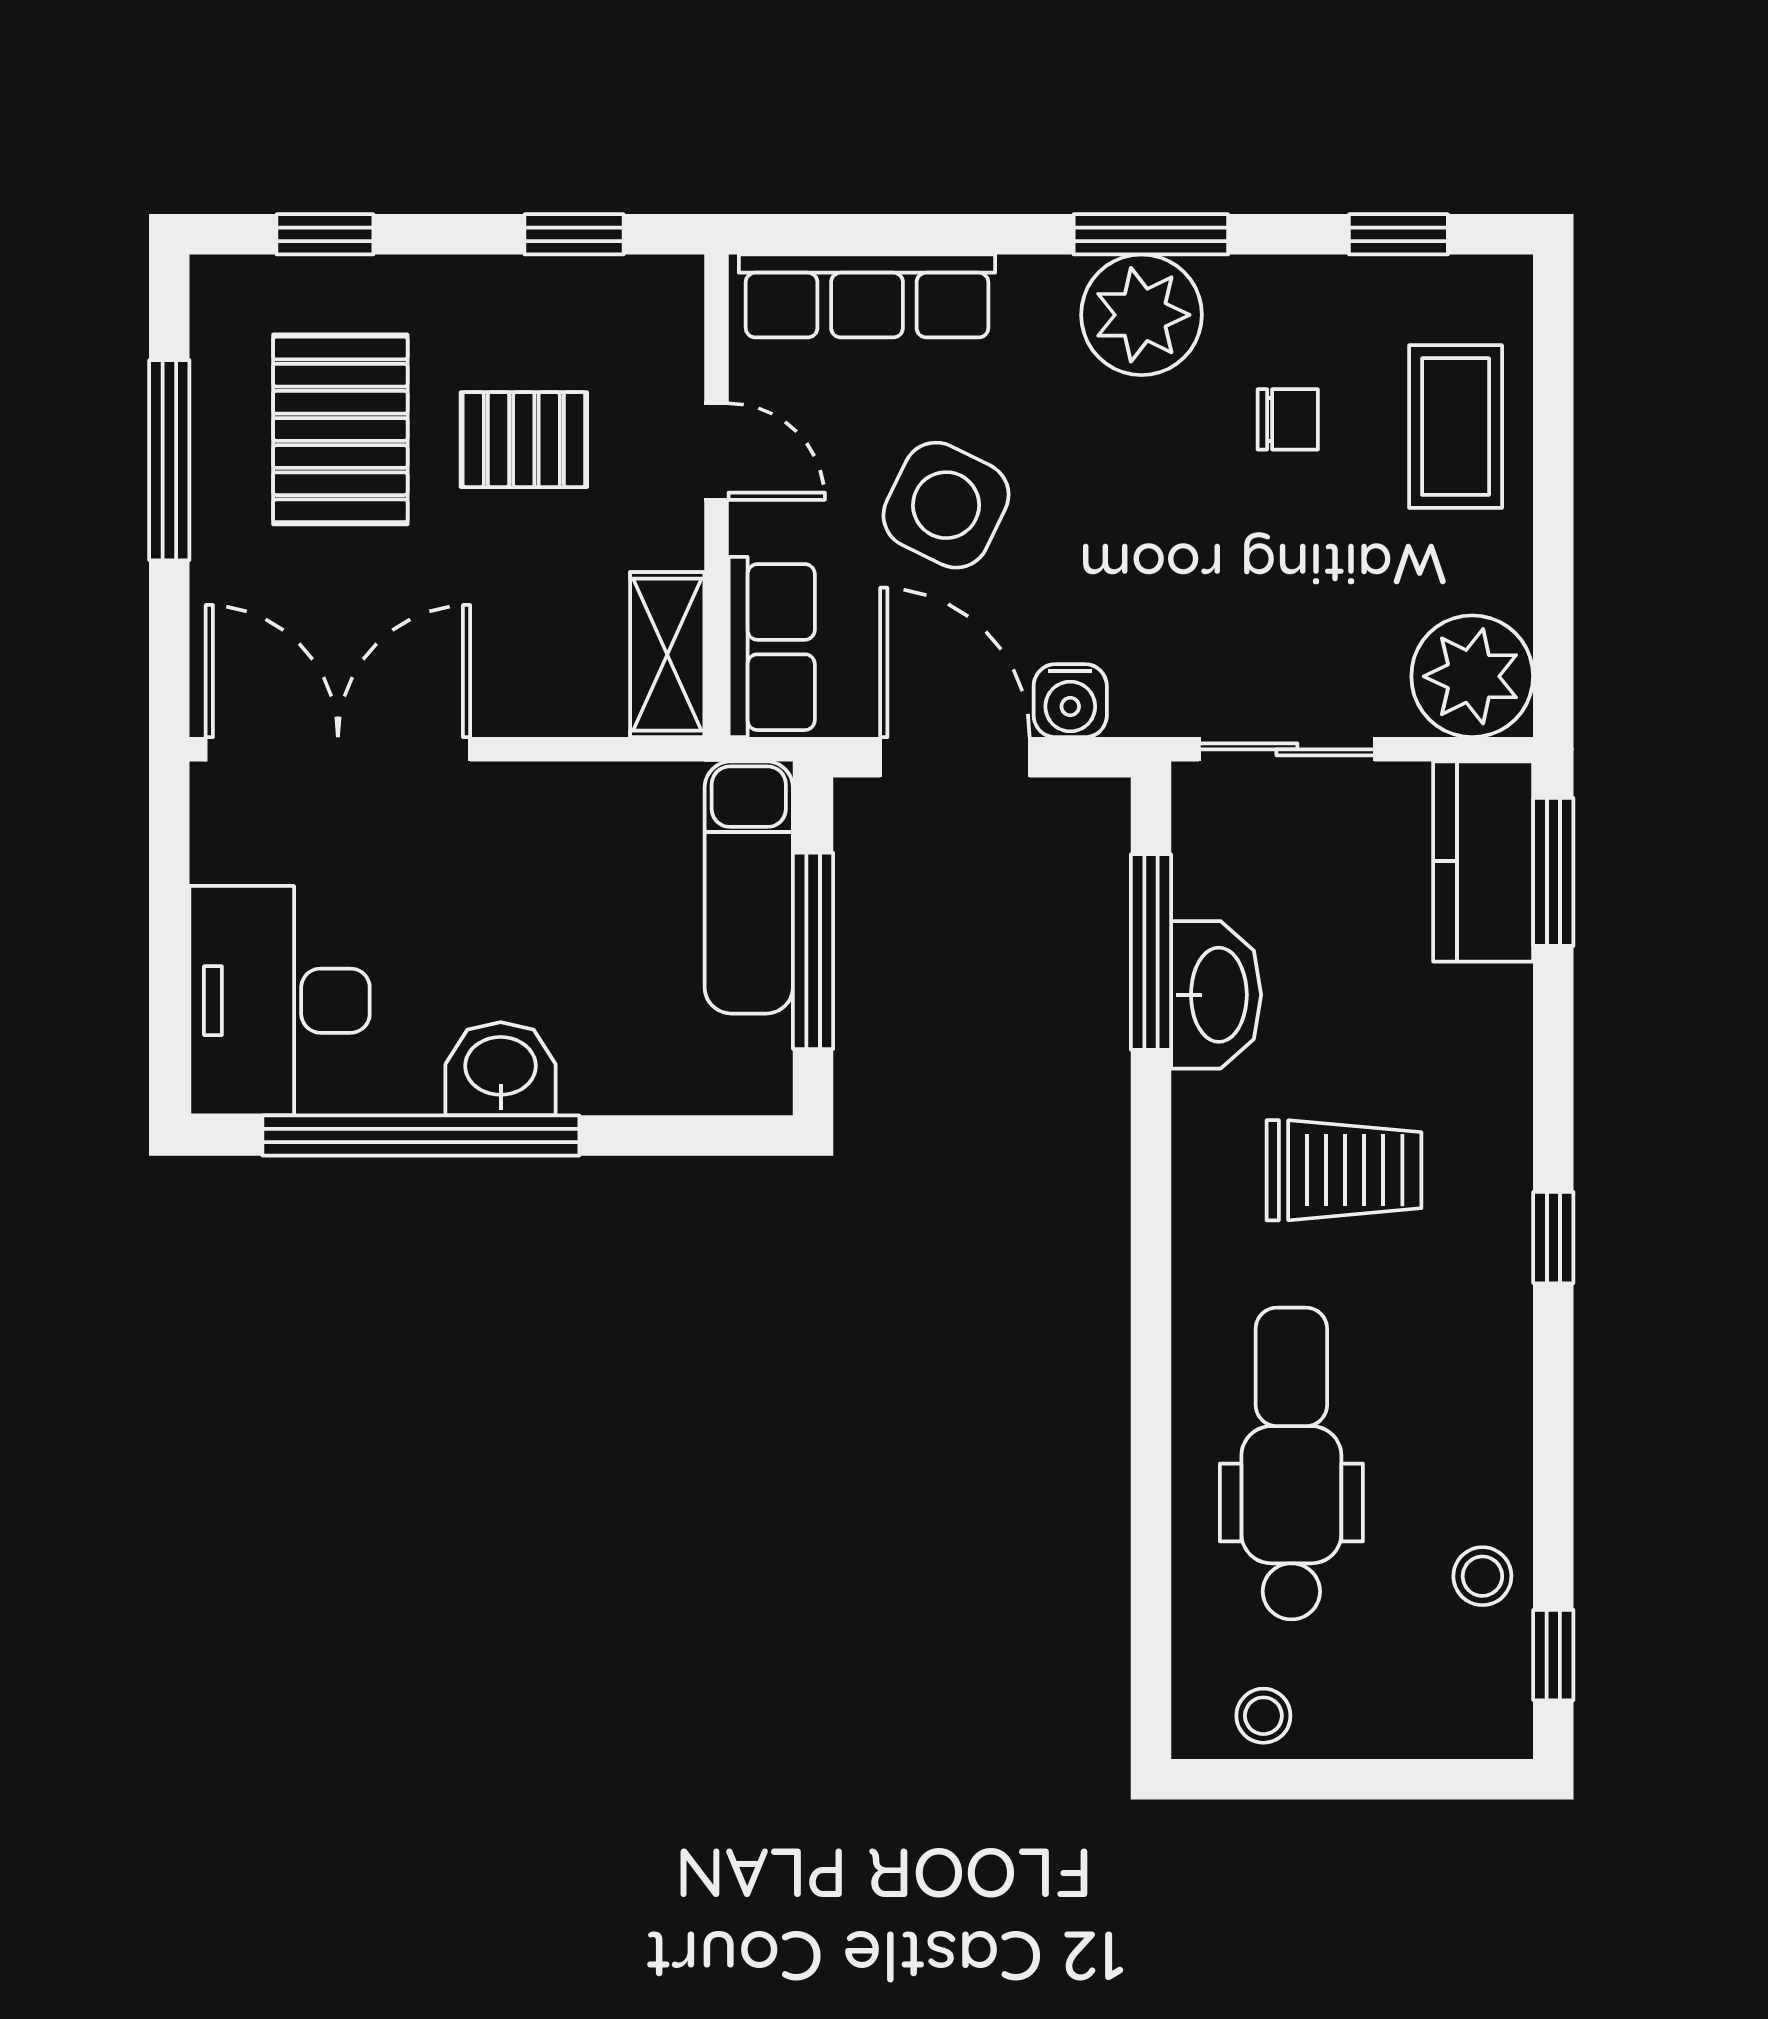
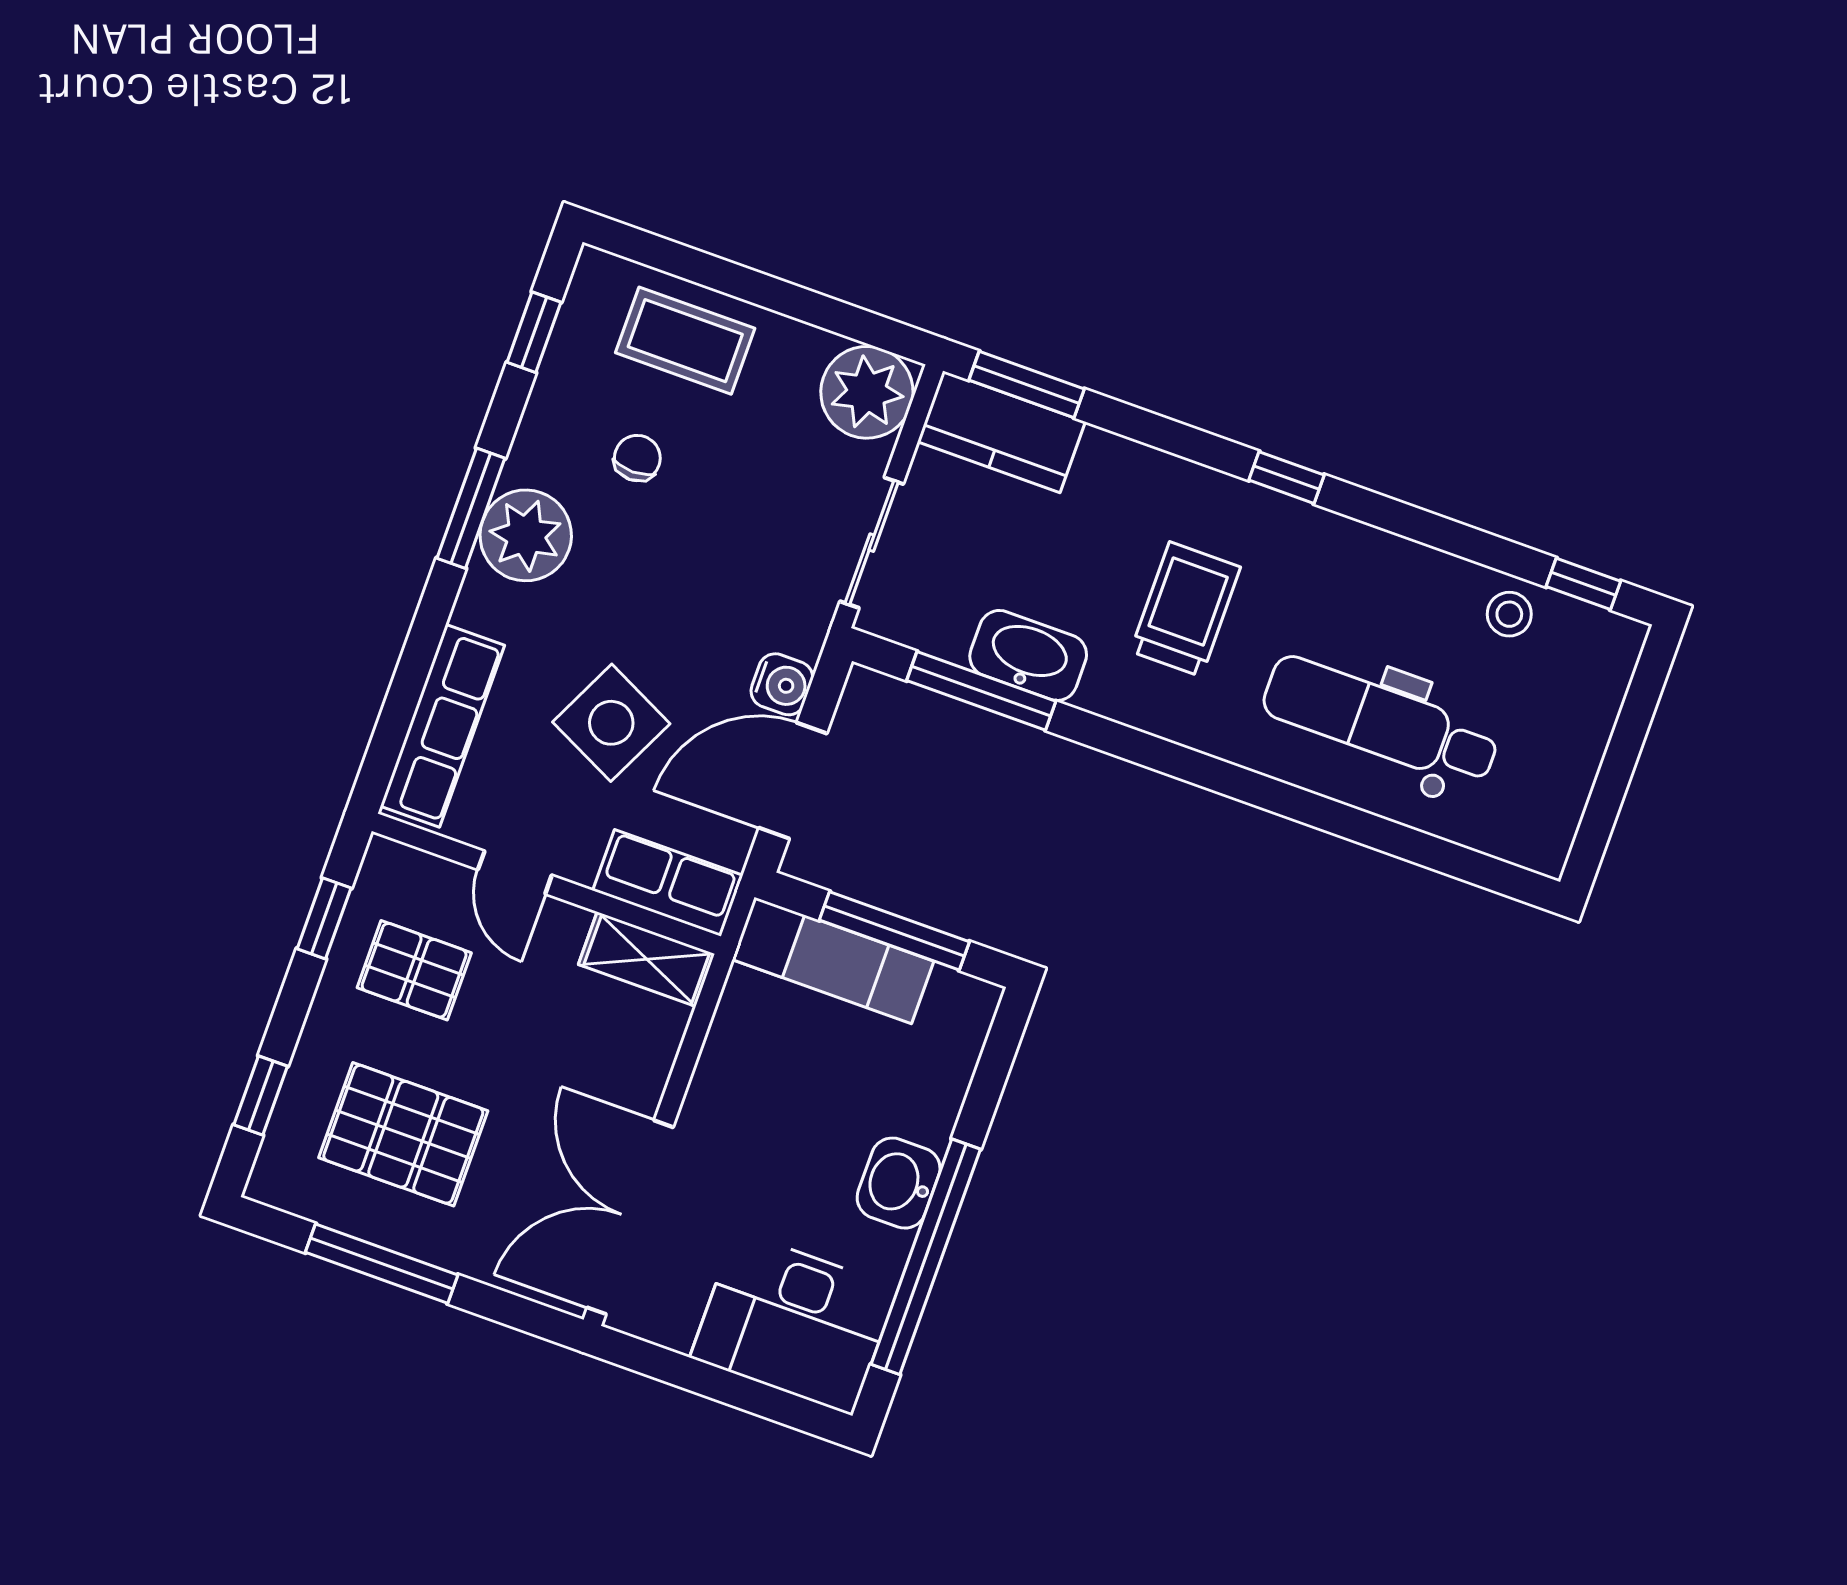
pallet: (524, 440) -> (414, 970), moved, turned 90
door: (716, 452) -> (515, 872), swing flipped
stool: (1263, 1716) -> (1553, 805), removed

